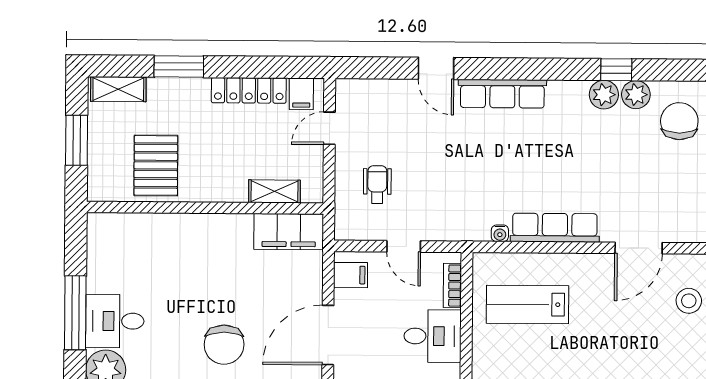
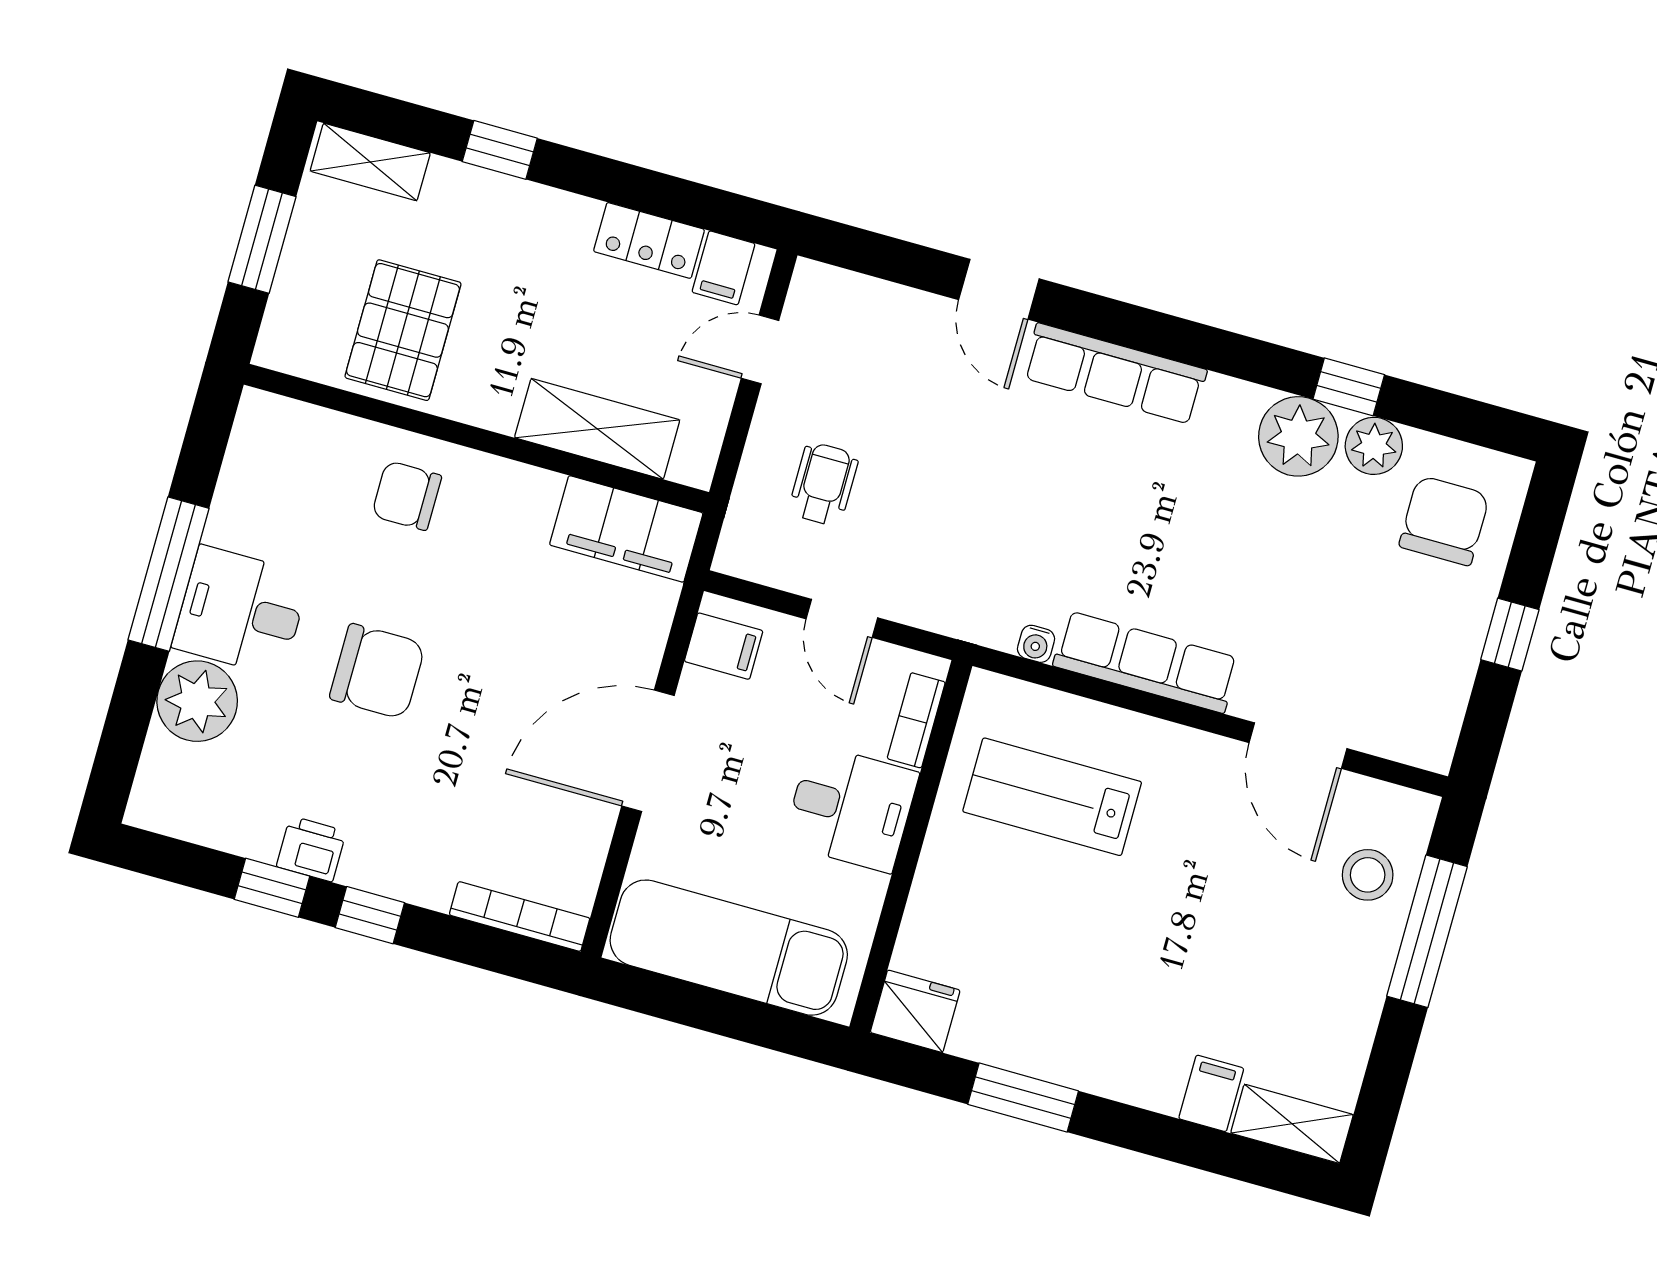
window: (179, 67) -> (500, 150), width x0.67
locker: (249, 90) -> (649, 240), width x0.66
plant: (604, 95) -> (1298, 436), width x1.36, depth x1.36
shelving: (274, 191) -> (597, 429), width x1.50, depth x1.33
chair: (179, 244) -> (407, 496), added
door: (639, 248) -> (1298, 746), hinge flipped
chair: (224, 345) -> (377, 671), moved, turned -90

